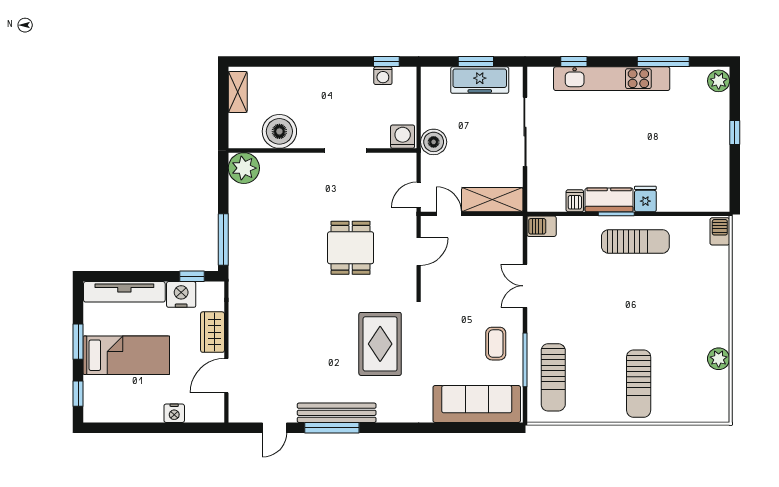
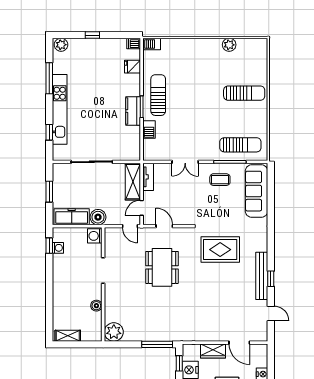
freezer: (480, 80) -> (72, 217), moved, turned -90
boiler: (279, 131) -> (96, 306), width x0.54, depth x0.54
fridge: (645, 199) -> (132, 67), moved
dishwasher: (575, 201) -> (134, 44), moved
tv unit: (500, 225) -> (148, 177), added
barbecue: (542, 226) -> (149, 130), moved
dining table: (351, 248) -> (162, 267), width x1.38
window: (332, 428) -> (271, 279), width x0.46

